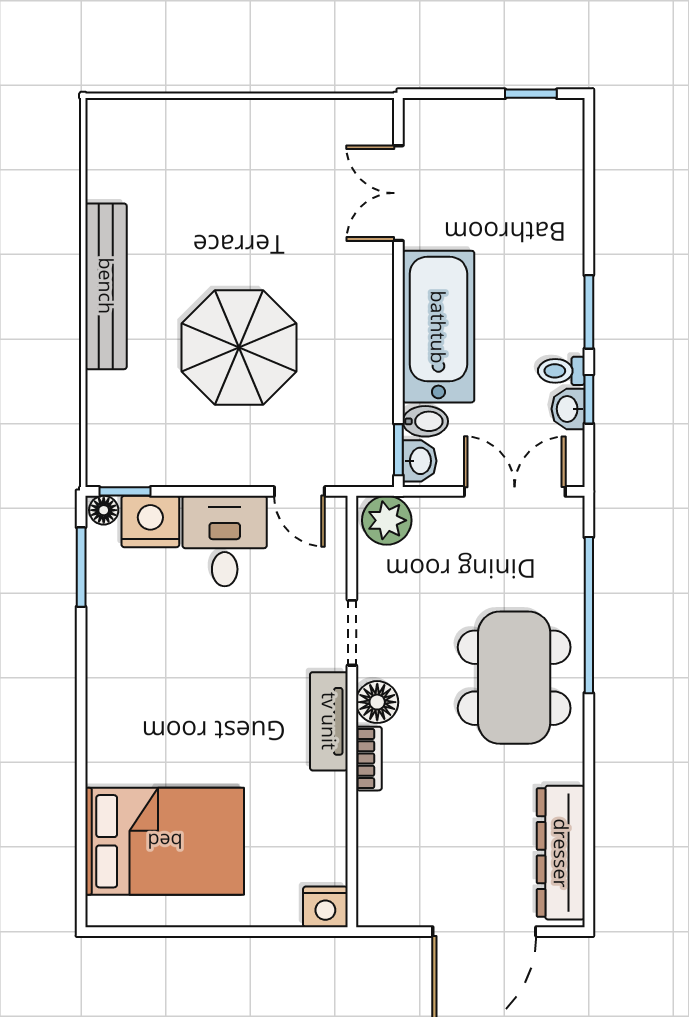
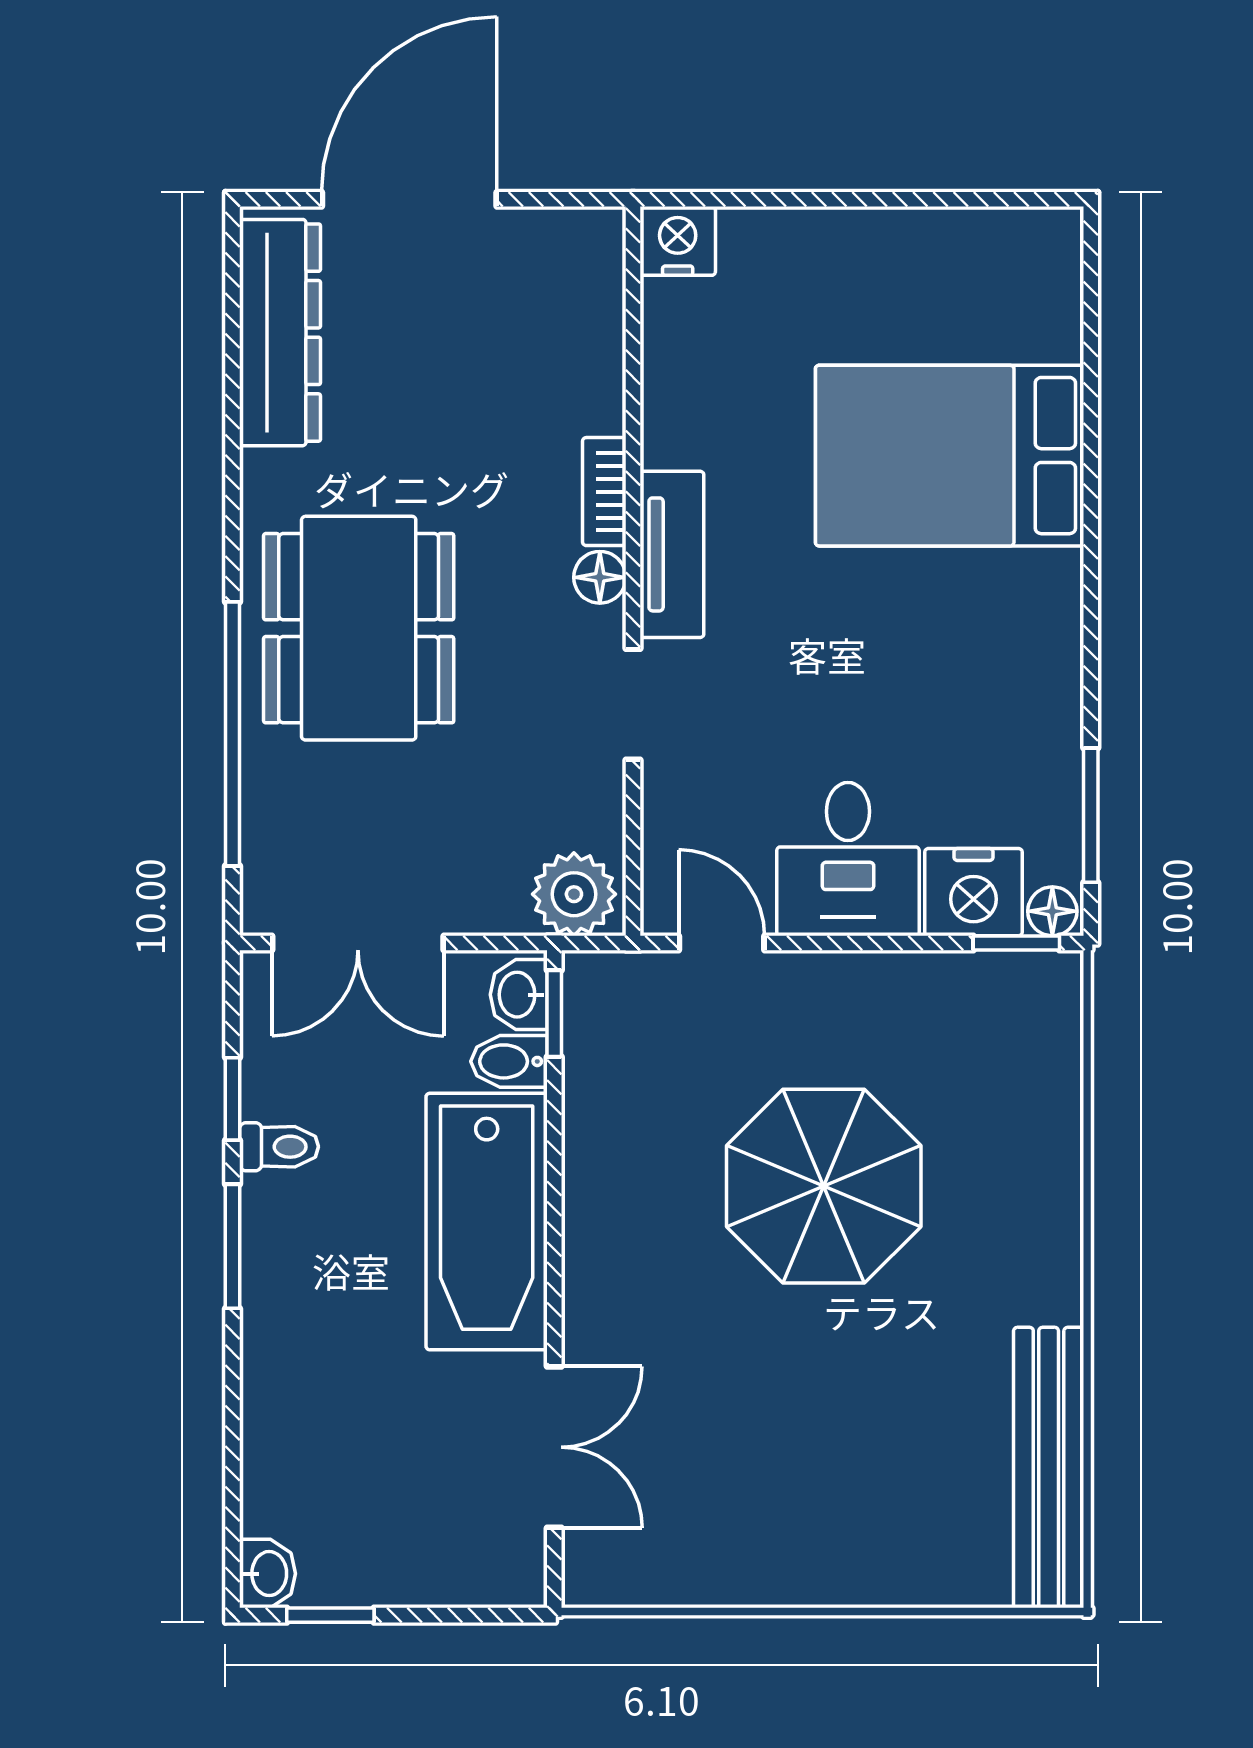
bench: (106, 286) -> (1049, 1468), moved
washbasin: (568, 409) -> (268, 1574), moved
floor lamp: (377, 702) -> (600, 577), width x0.73, depth x0.73
bed: (165, 841) -> (950, 456), moved

